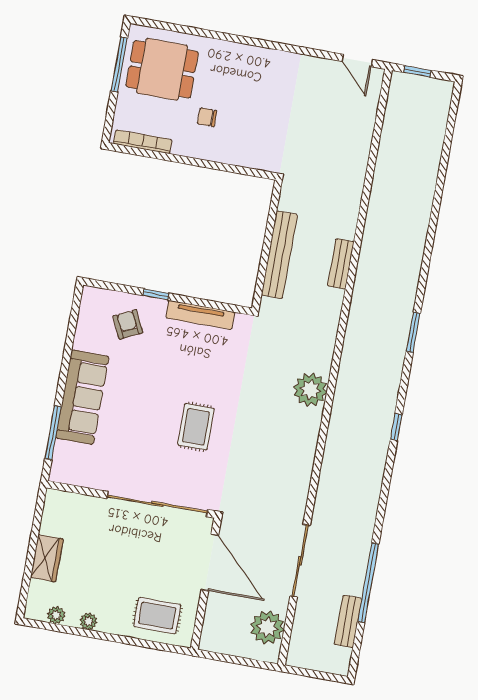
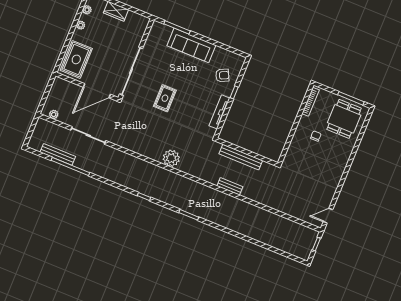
rug: (196, 427) -> (165, 98), turned 90
rug: (157, 616) -> (76, 59), width x1.36, depth x1.43
bench: (348, 621) -> (58, 154), width x1.36
plant: (267, 627) -> (54, 114), width x0.53, depth x0.53

